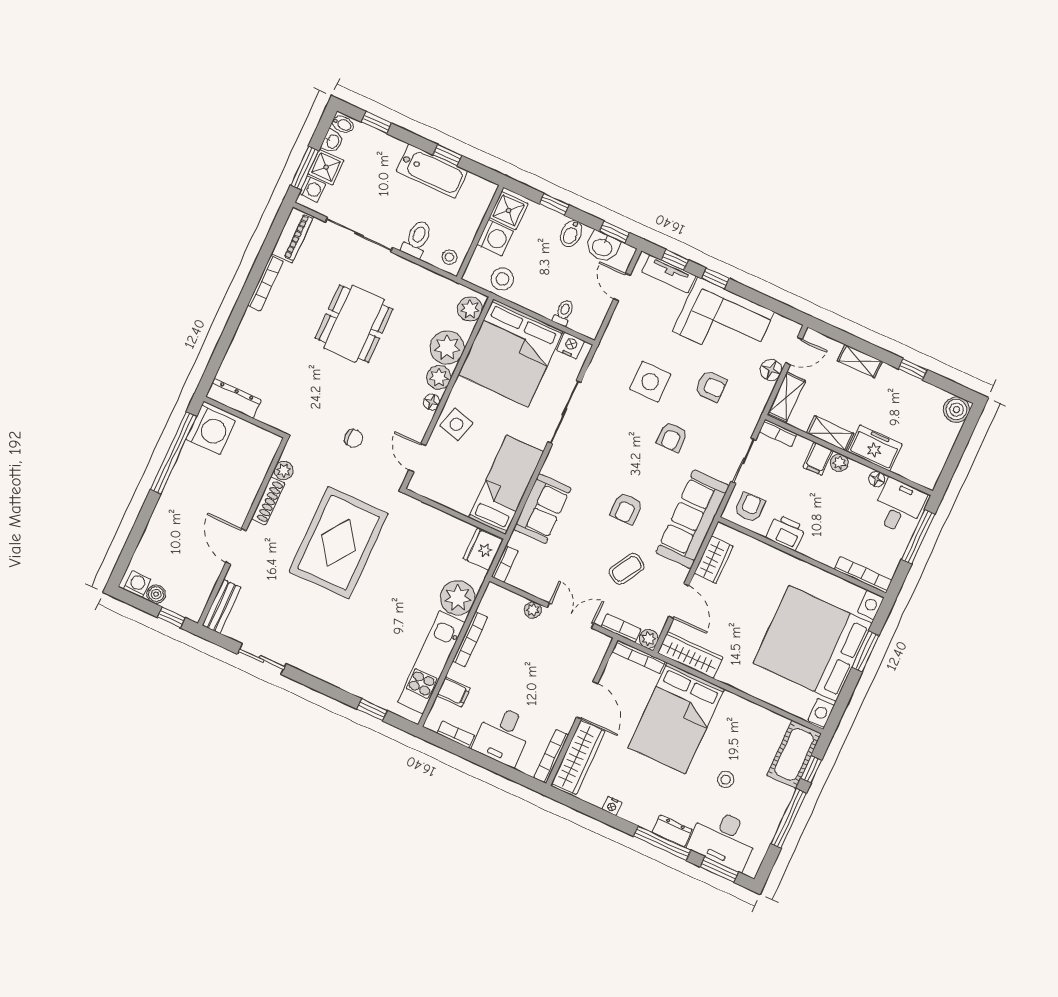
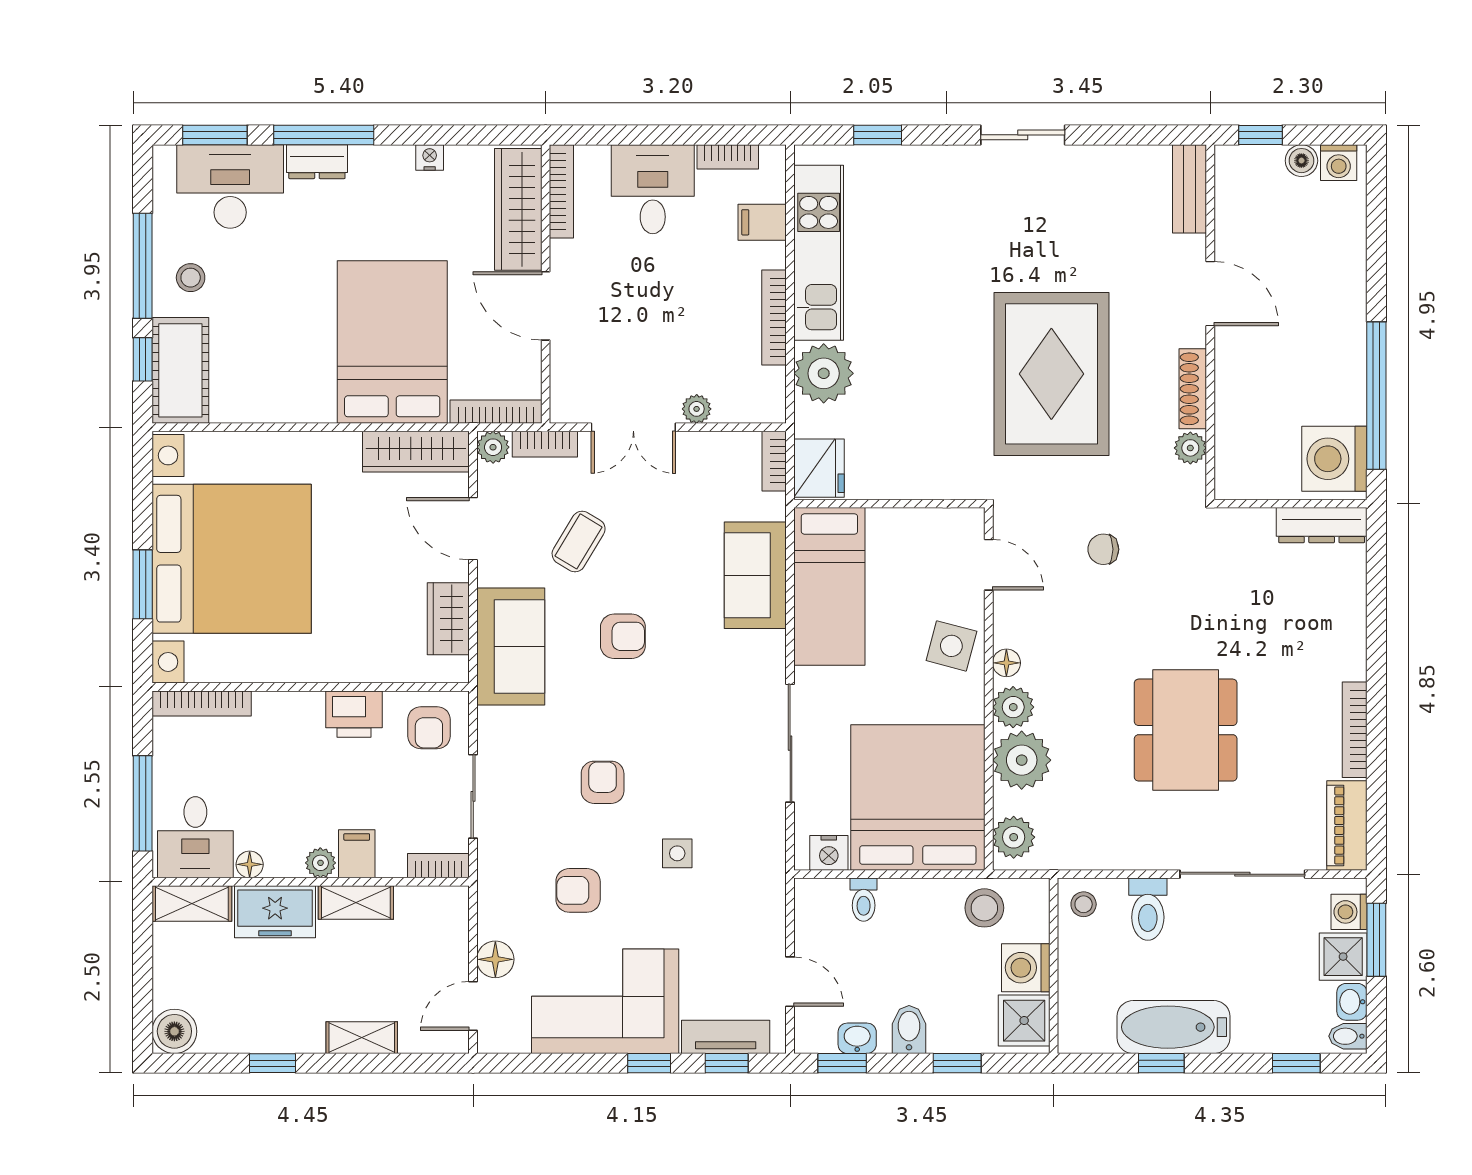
washbasin: (603, 247) -> (857, 1038), width x0.72, depth x0.69
side table: (650, 382) -> (677, 853), width x0.54, depth x0.54
shelving: (787, 397) -> (192, 903), moved, turned 90
armchair: (626, 508) -> (623, 636), turned 90
sofa: (693, 519) -> (511, 647), width x0.73
sliding door: (262, 659) -> (1023, 135), moved
stool: (726, 780) -> (191, 278), moved

